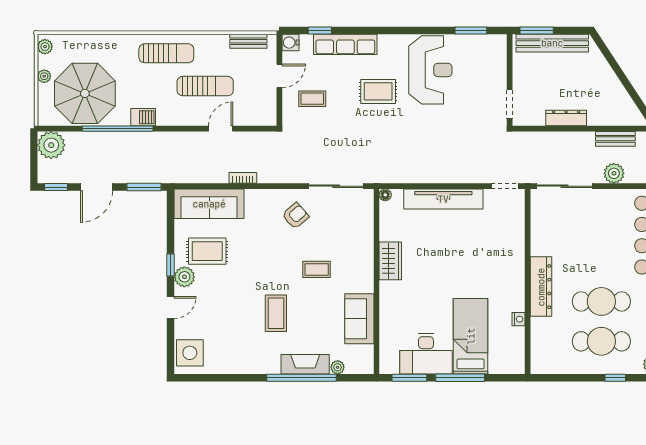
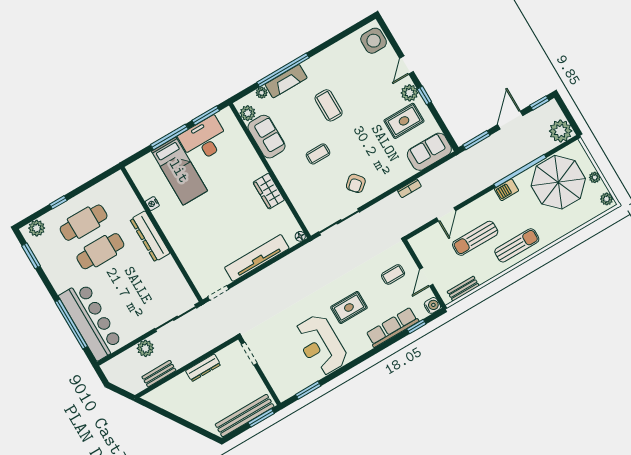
sun lounger: (166, 53) -> (517, 245), turned 180
sofa: (209, 204) -> (429, 152), width x0.73
plant: (365, 355) -> (248, 113), added

